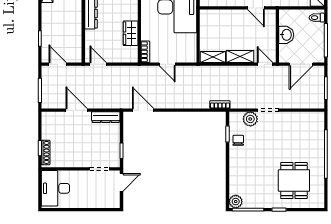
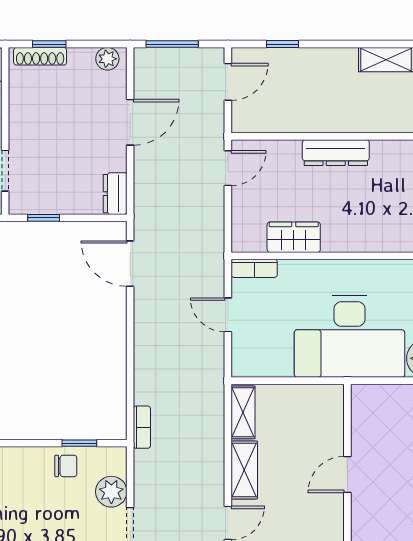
door: (256, 8) -> (347, 474), moved
door: (167, 64) -> (228, 315), hinge flipped
door: (143, 110) -> (130, 264), swing flipped
dresser: (106, 117) -> (115, 194), width x0.70
plant: (47, 121) -> (107, 59), added

